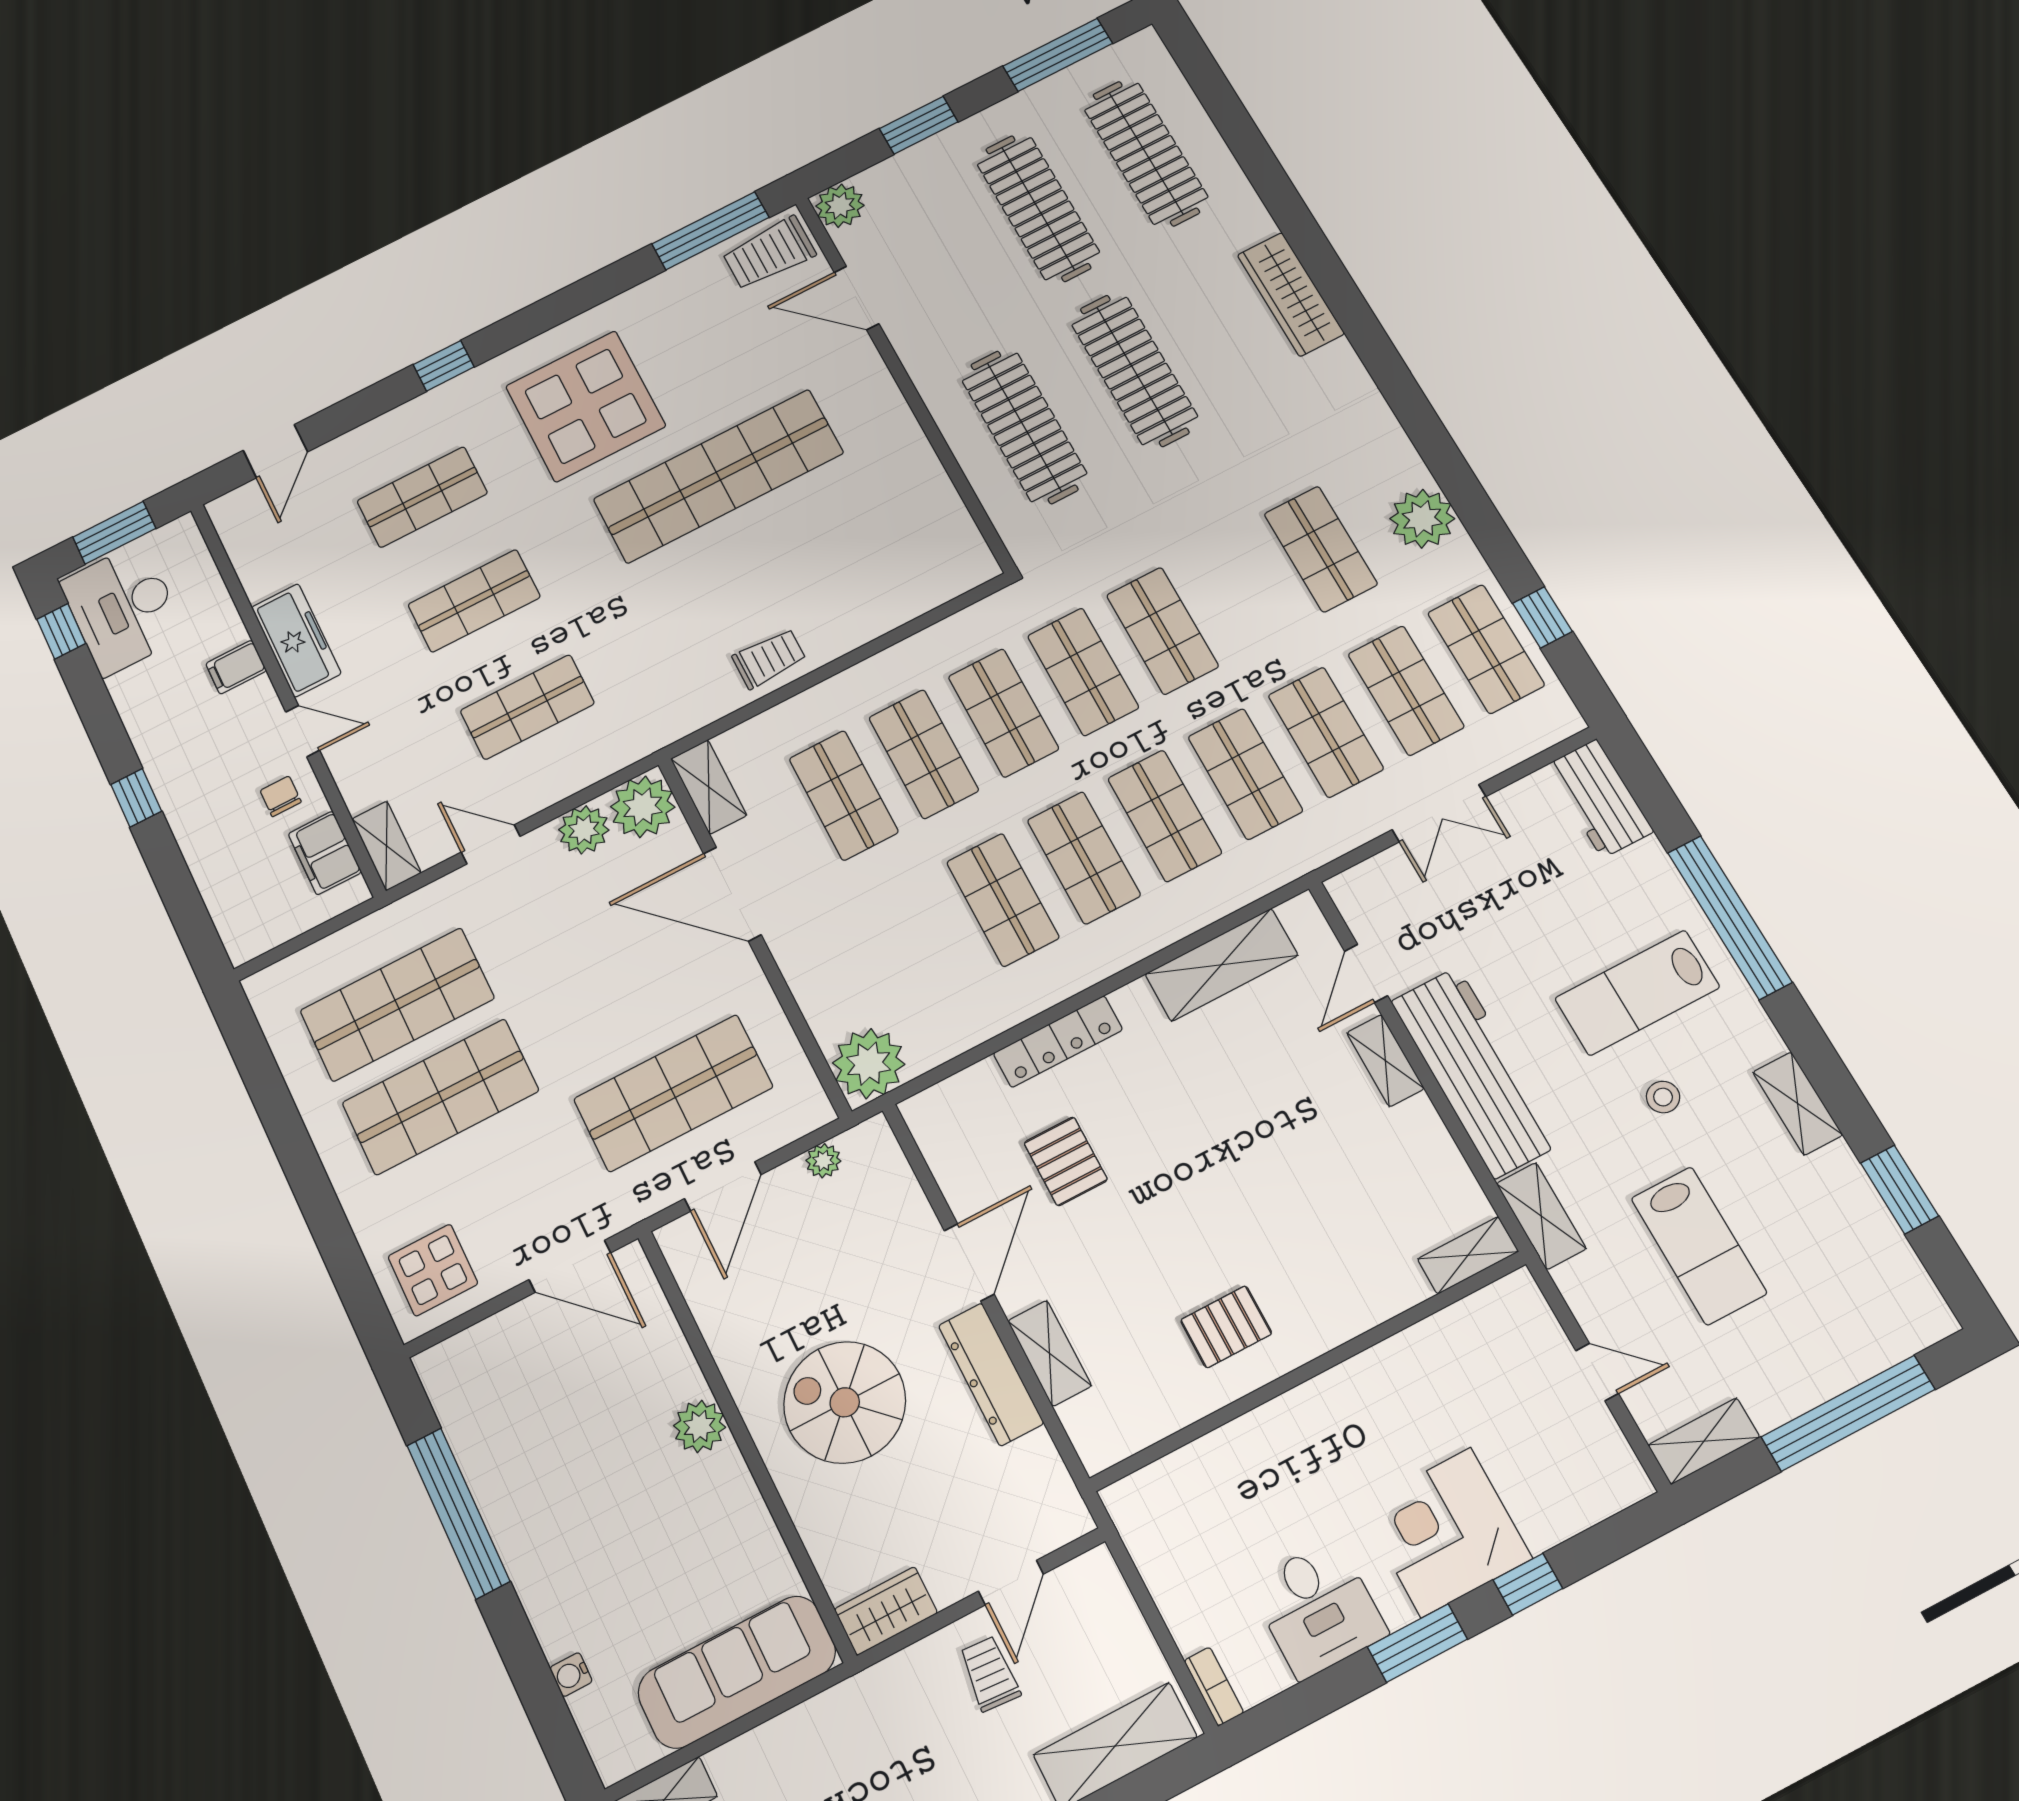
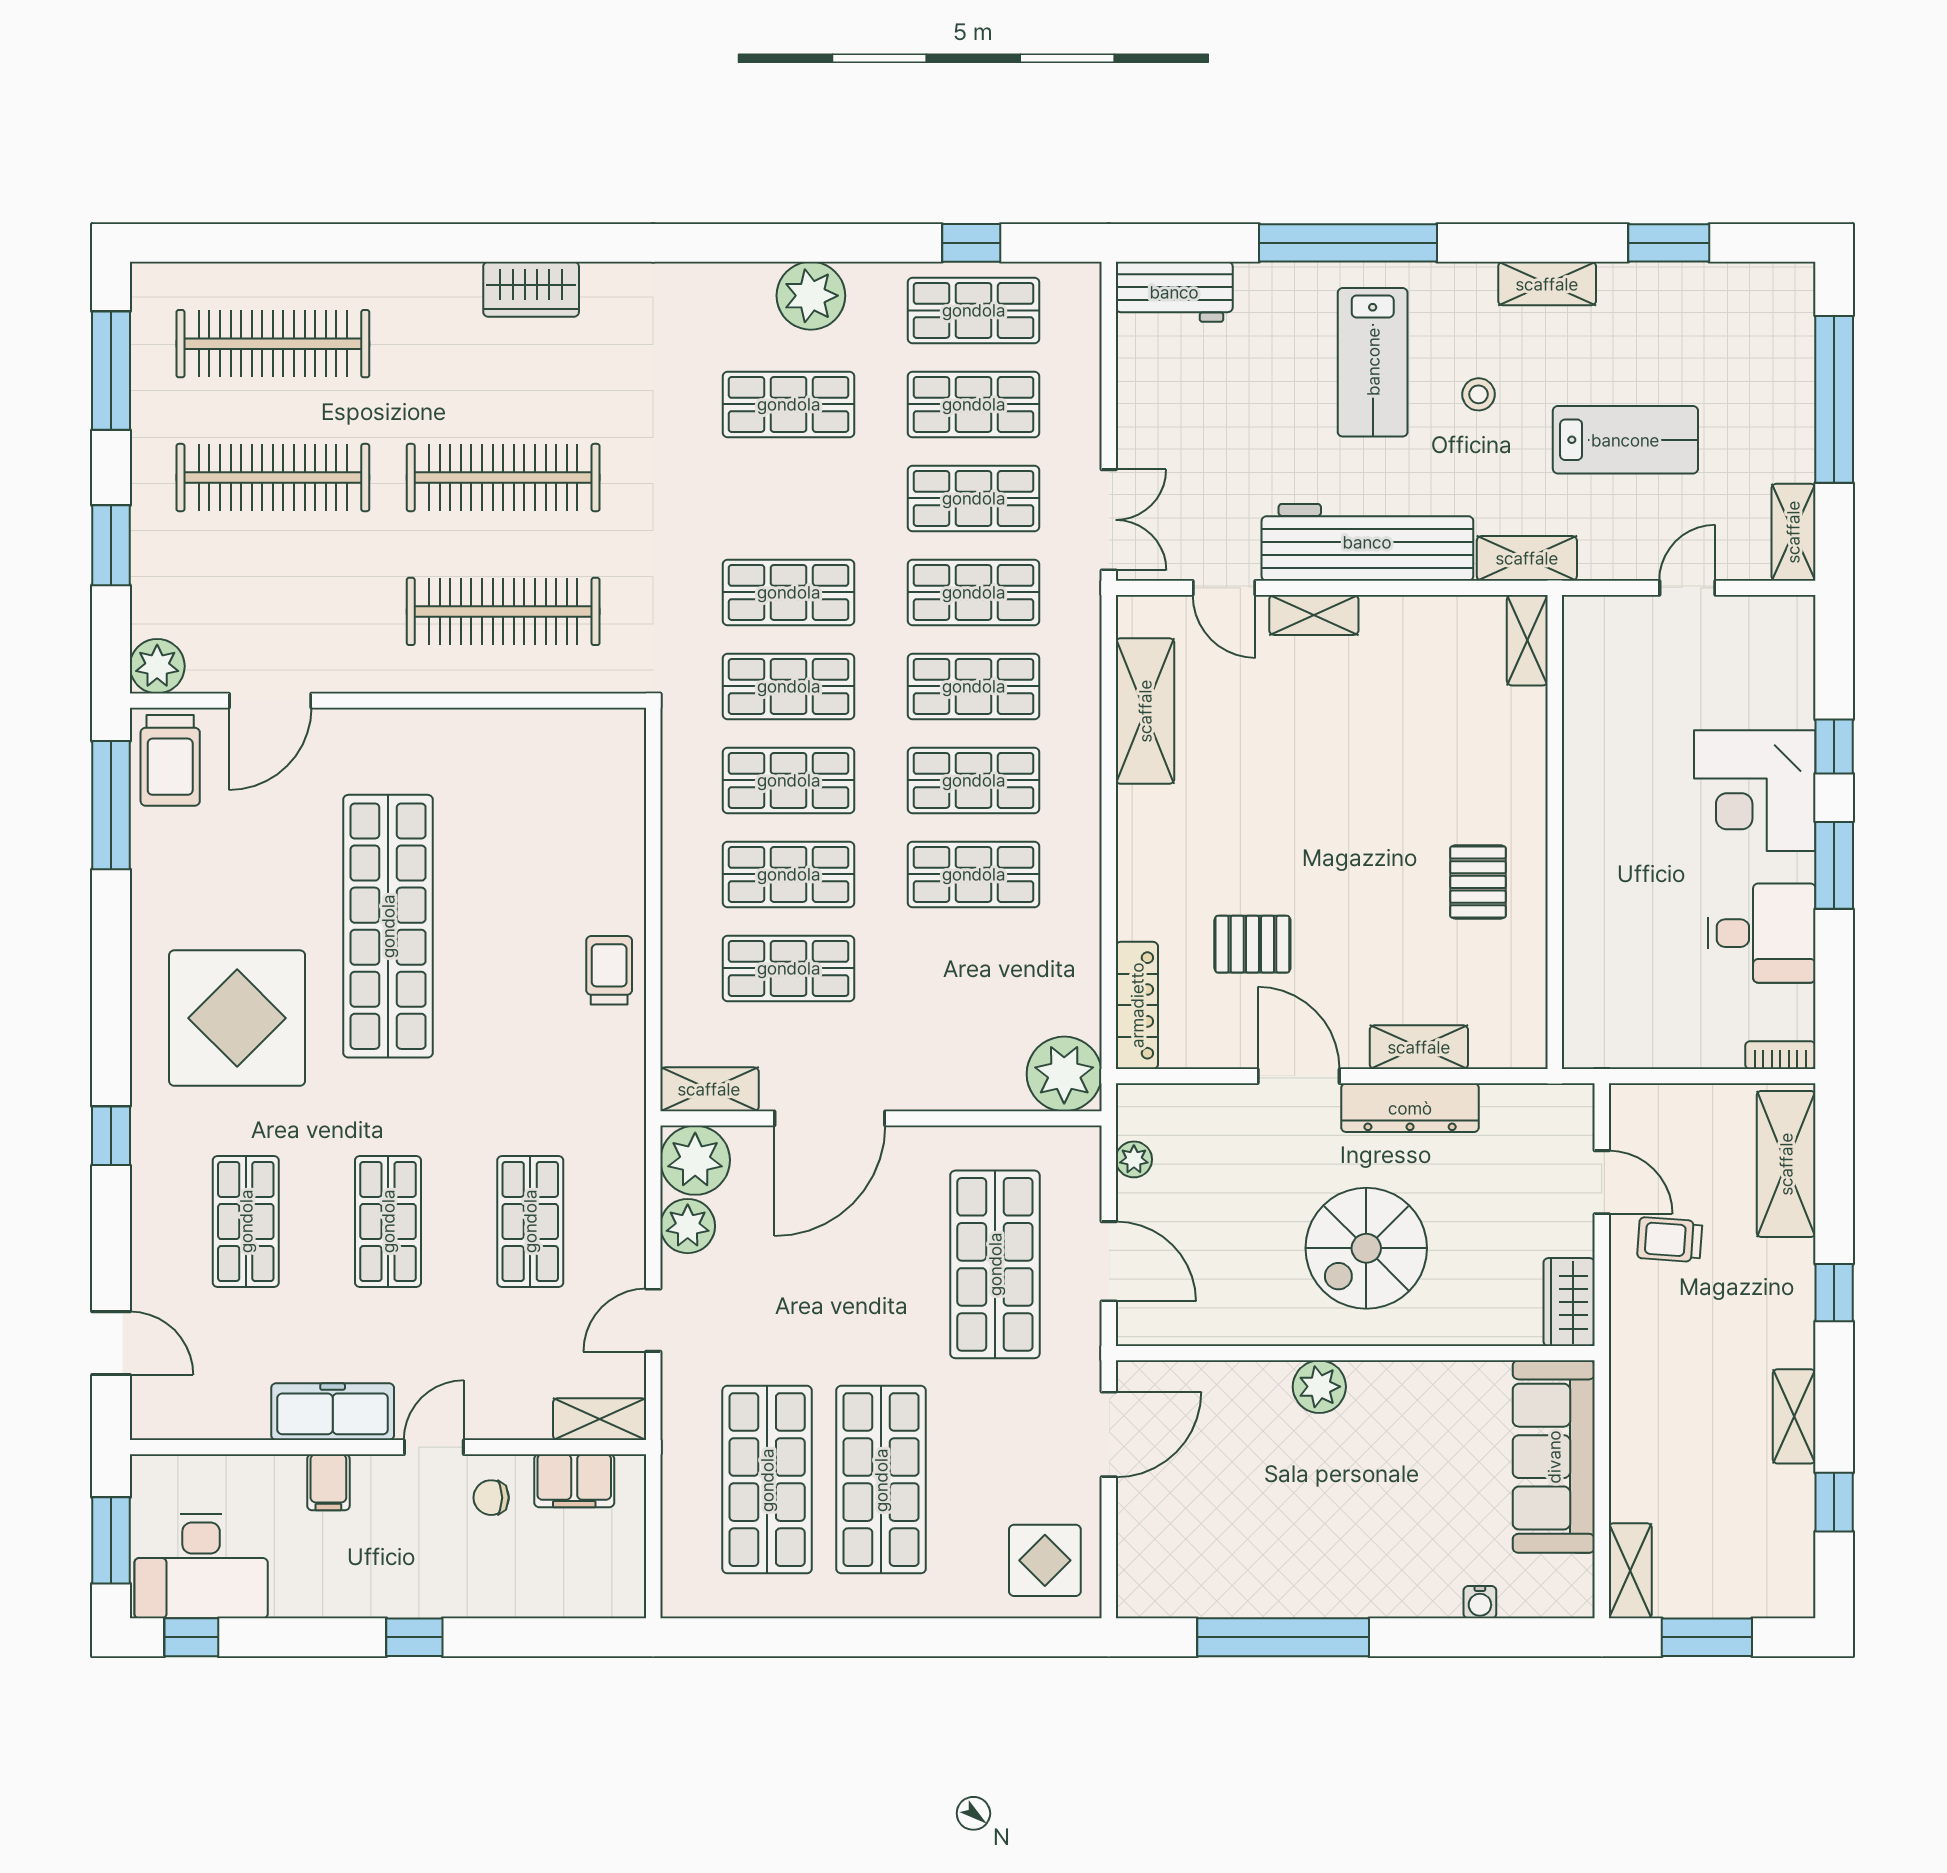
wardrobe: (1291, 294) -> (531, 289), width x0.67
double door: (1439, 813) -> (1109, 520), moved
locker: (1058, 1042) -> (1137, 1005), moved

